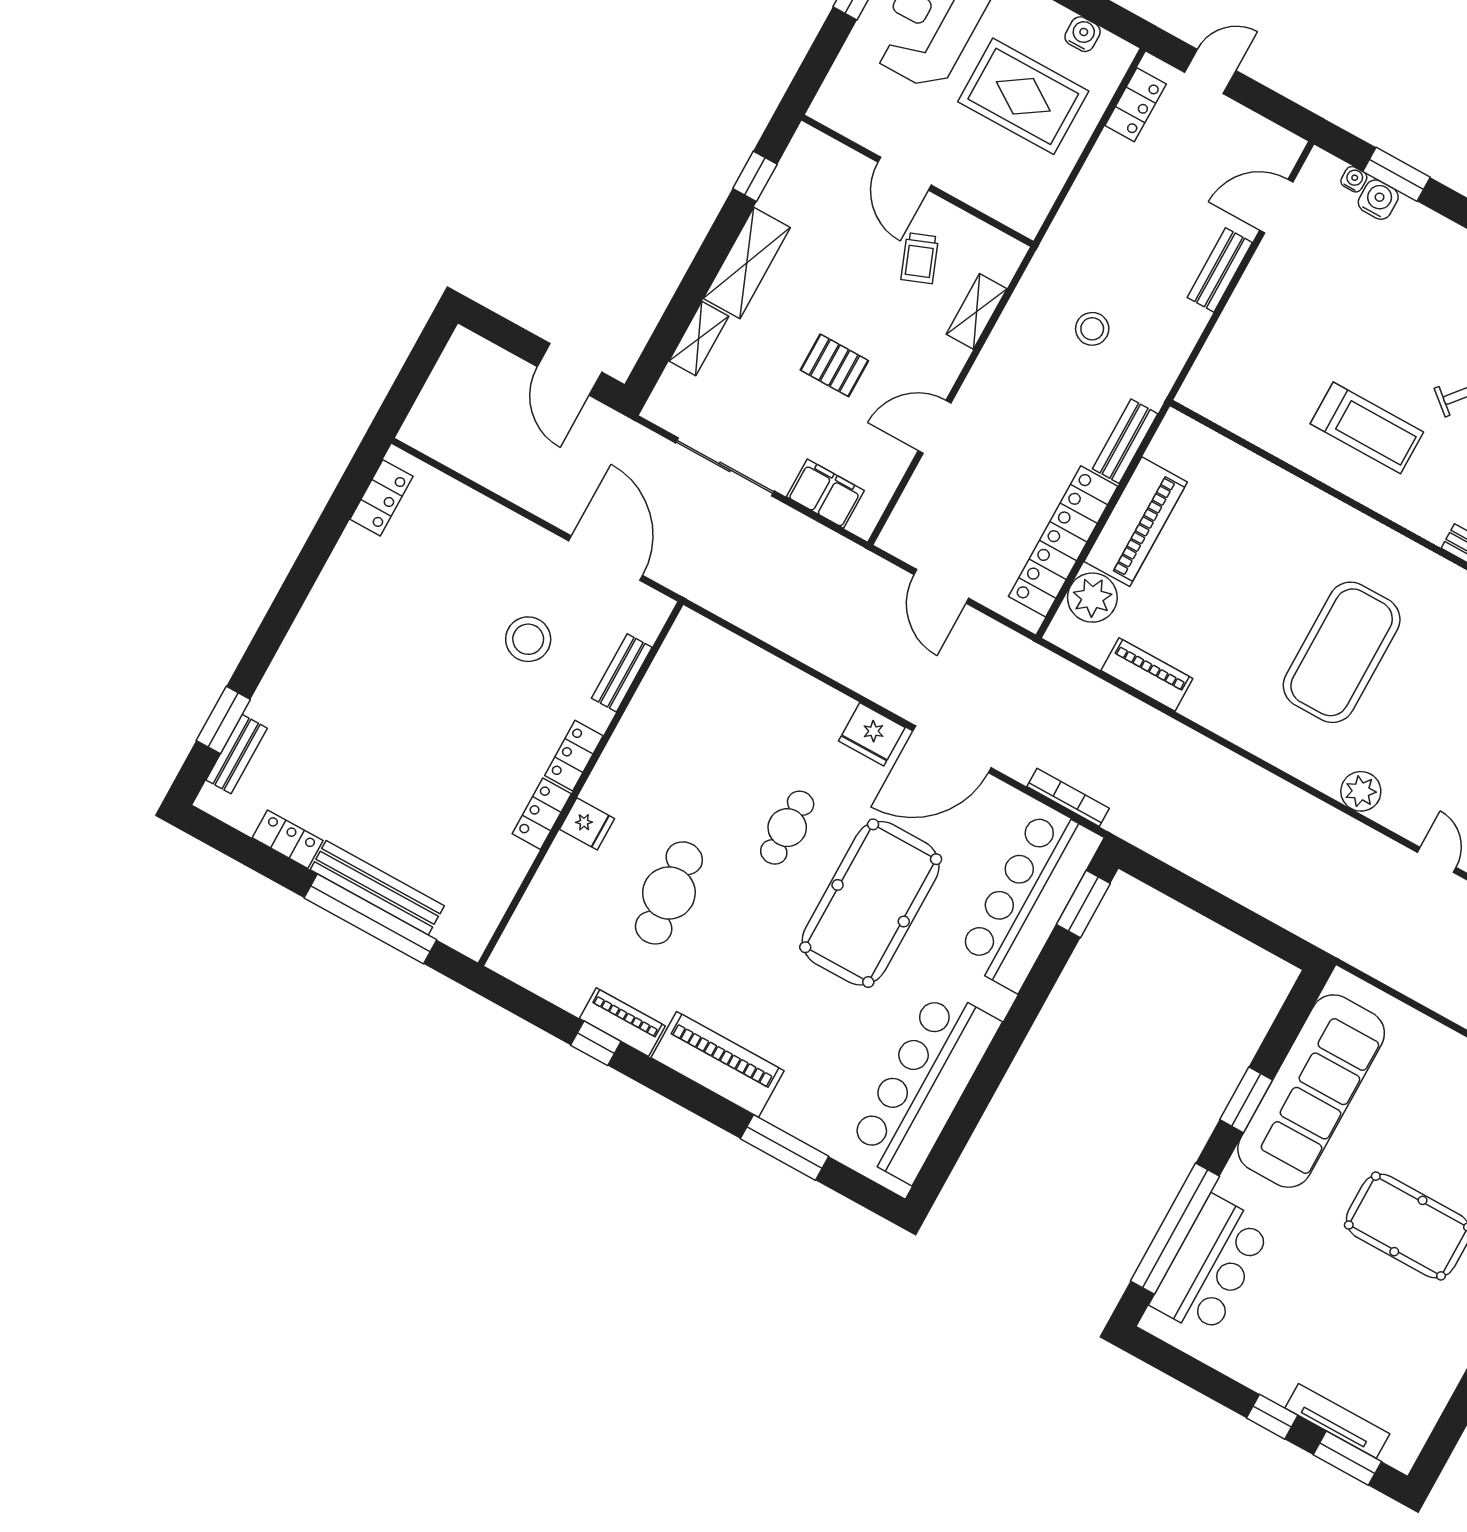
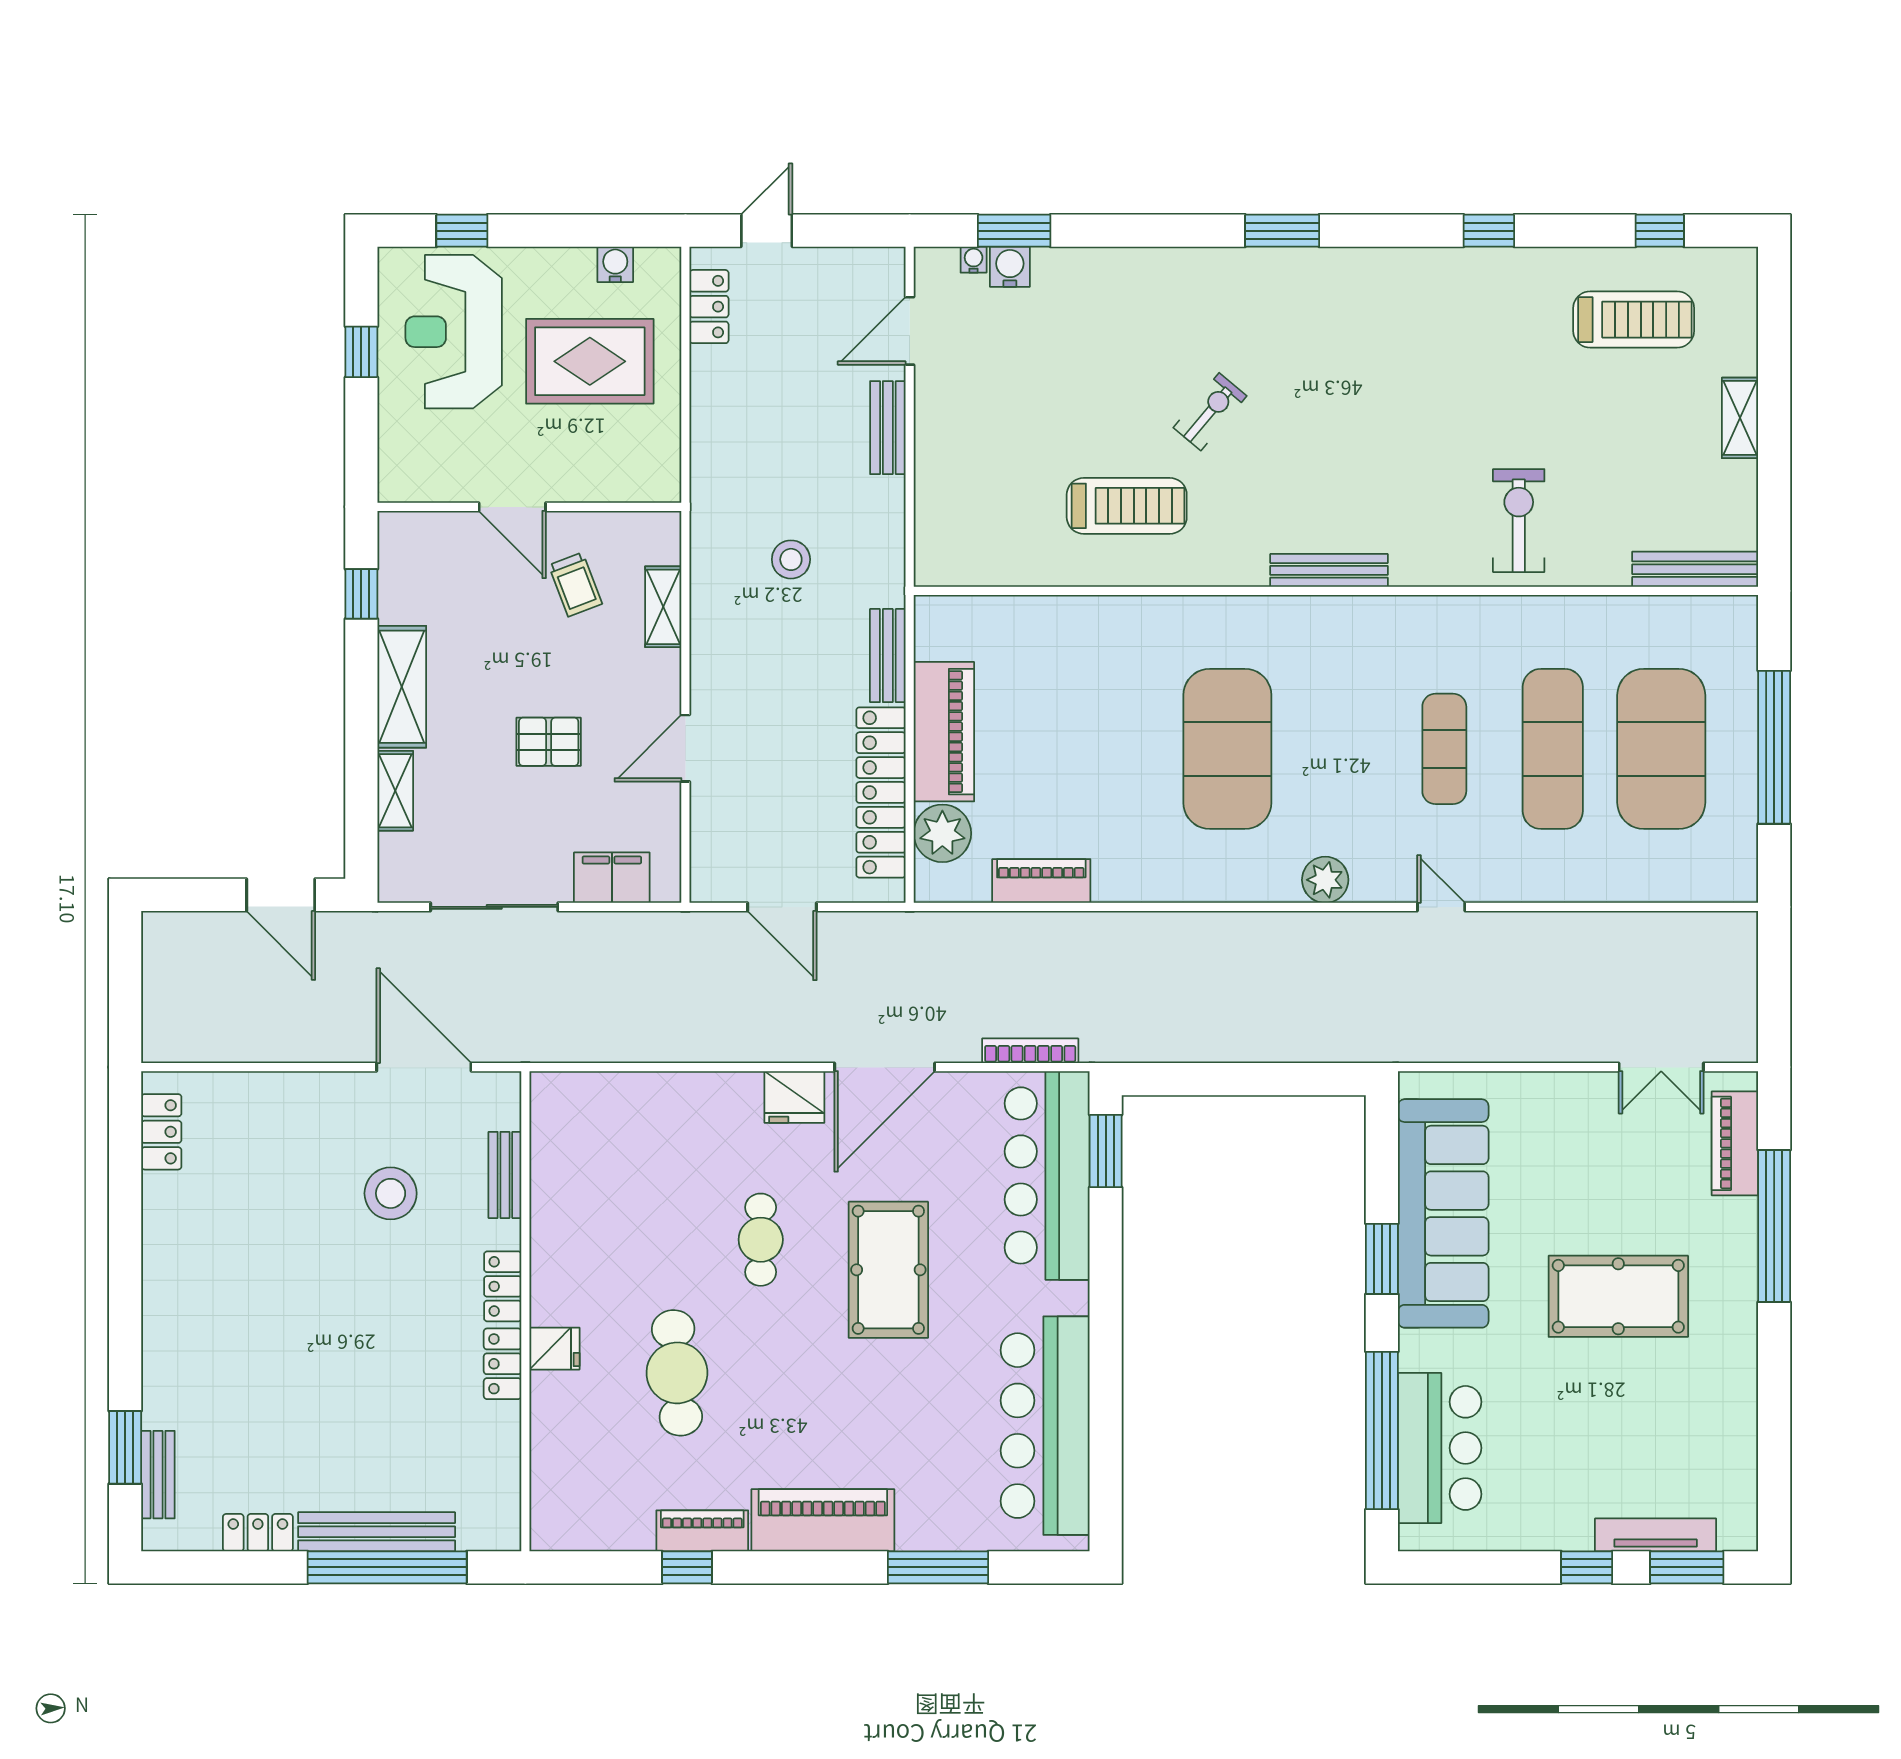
pool table: (871, 903) -> (888, 1270), width x0.73, depth x0.76

